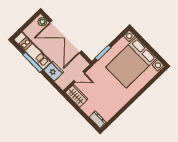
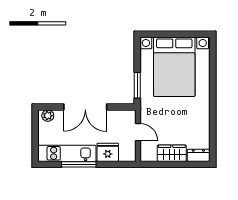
double door: (66, 37) -> (85, 107), width x0.73
door: (79, 77) -> (138, 132), hinge flipped
wardrobe: (77, 96) -> (172, 153), moved

